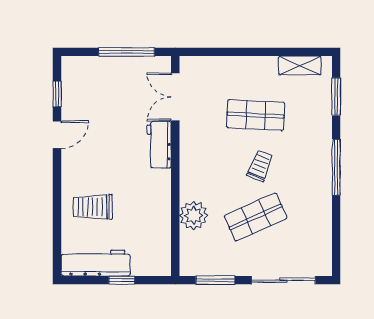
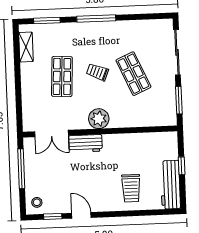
stool: (78, 72) -> (37, 202), added
plant: (194, 215) -> (99, 119), moved

